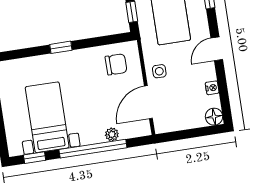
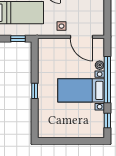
chair: (116, 64) -> (52, 55), removed
bed with nightstands: (47, 117) -> (81, 90), moved

